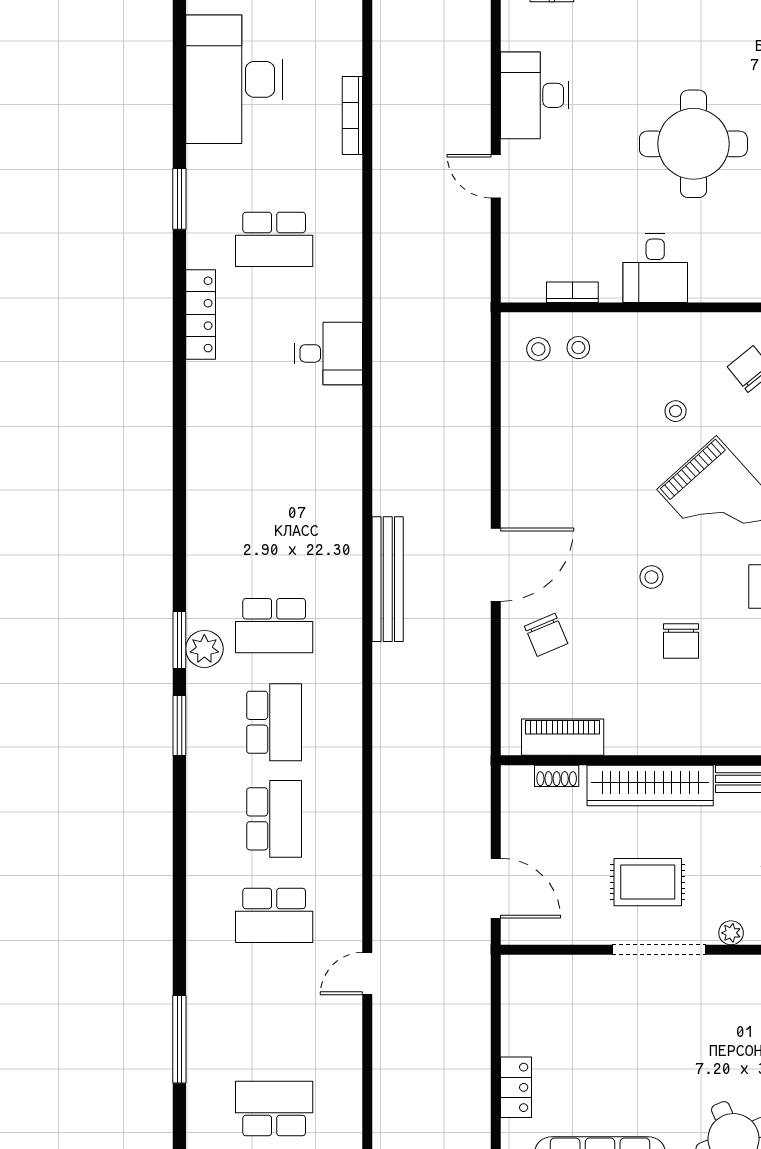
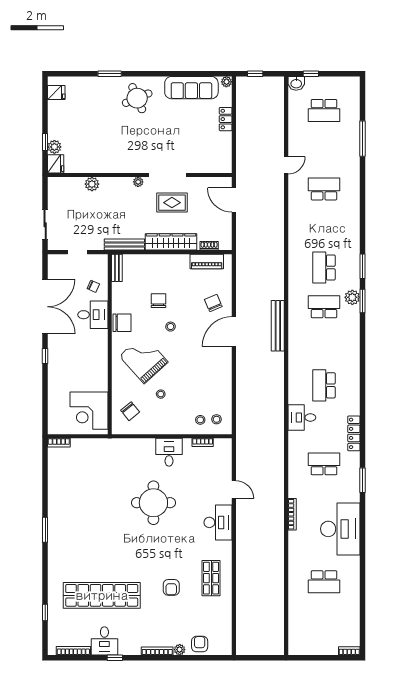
school desk: (274, 819) -> (324, 385), moved

